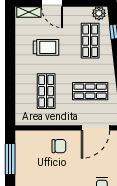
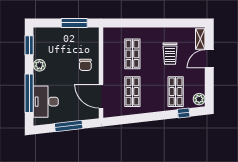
shop shelf: (90, 41) -> (176, 92), turned 90
shop shelf: (46, 91) -> (132, 54), turned 90

